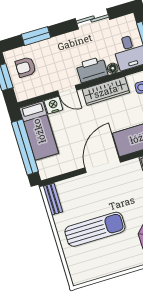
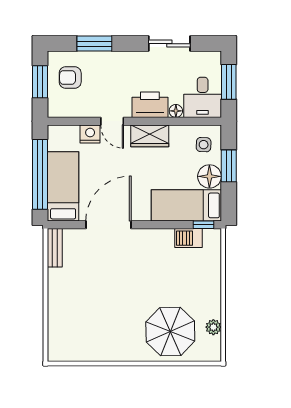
wardrobe: (106, 91) -> (150, 136), width x0.67
bed: (39, 131) -> (63, 186), moved, turned 180
door: (103, 165) -> (108, 225), moved
sun lounger: (95, 229) -> (95, 300), removed

